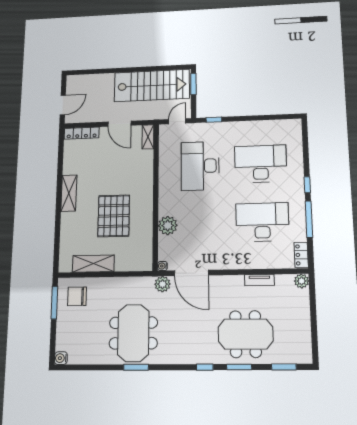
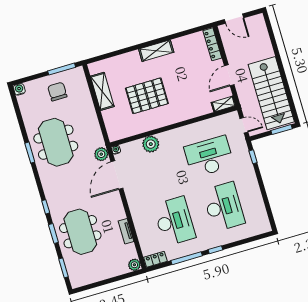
chair: (77, 296) -> (57, 92), moved
meeting table: (133, 333) -> (56, 142), turned 90

